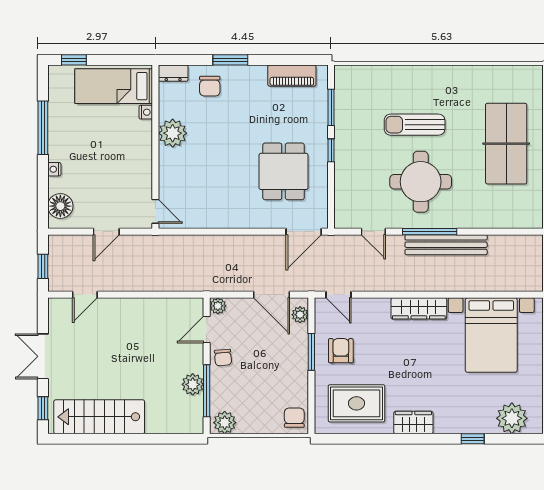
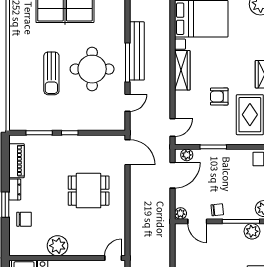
dresser: (173, 73) -> (15, 189), moved
dining table: (284, 171) -> (89, 191), moved
armchair: (341, 351) -> (219, 97), moved
plant: (193, 384) -> (252, 231), moved

